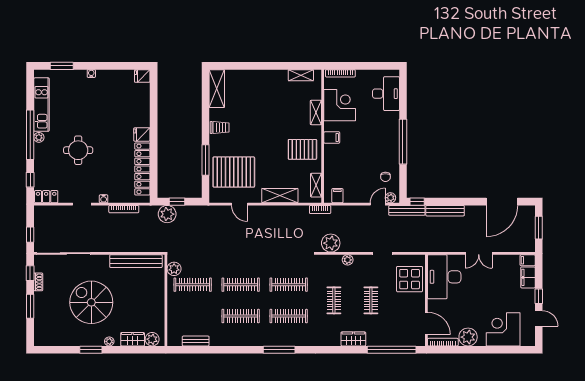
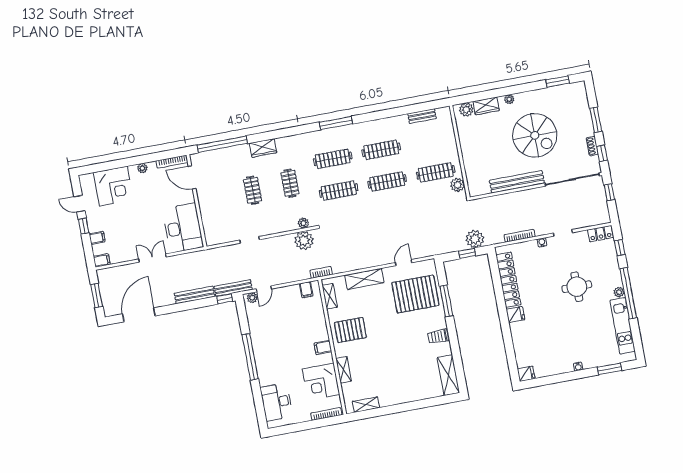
chair: (385, 177) -> (261, 318), removed
door: (239, 204) -> (404, 263), hinge flipped
plant: (348, 260) -> (303, 223), moved
bench: (136, 261) -> (517, 182), moved
filing cabinet: (528, 277) -> (97, 238), width x0.50
display table: (410, 279) -> (218, 219), removed
plant: (468, 337) -> (142, 168), width x0.53, depth x0.53
window: (91, 350) -> (558, 82), moved

